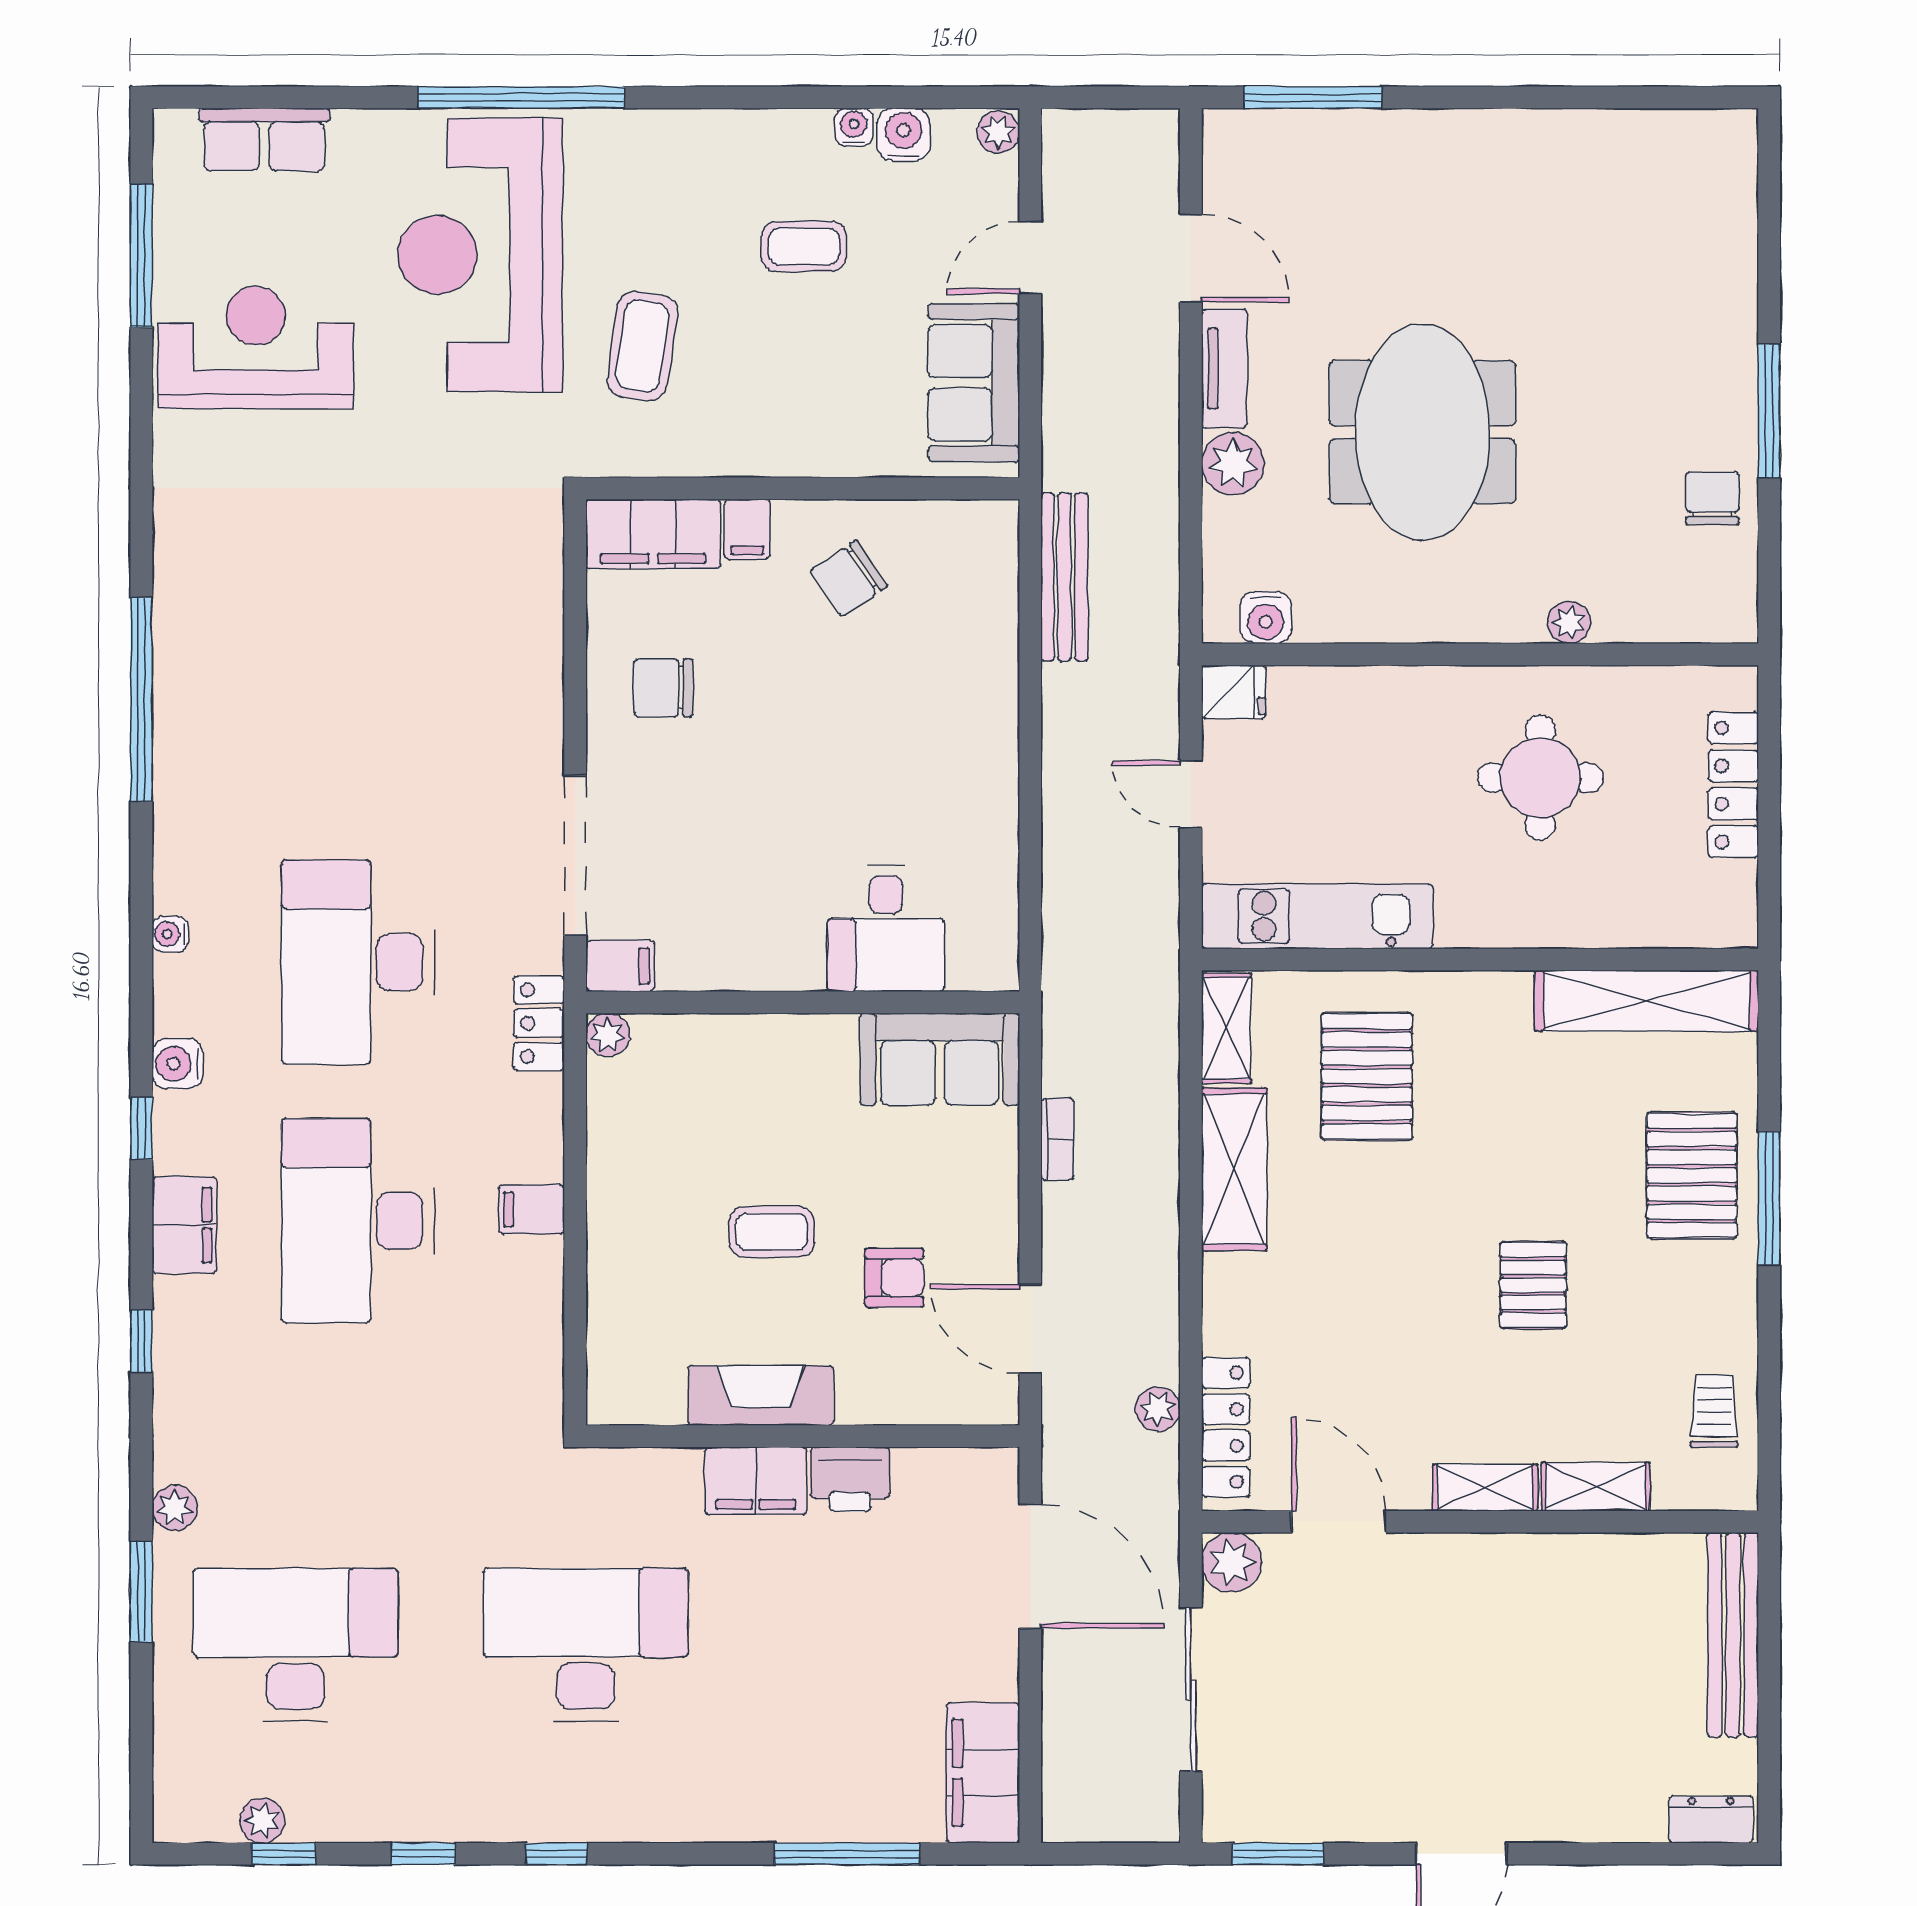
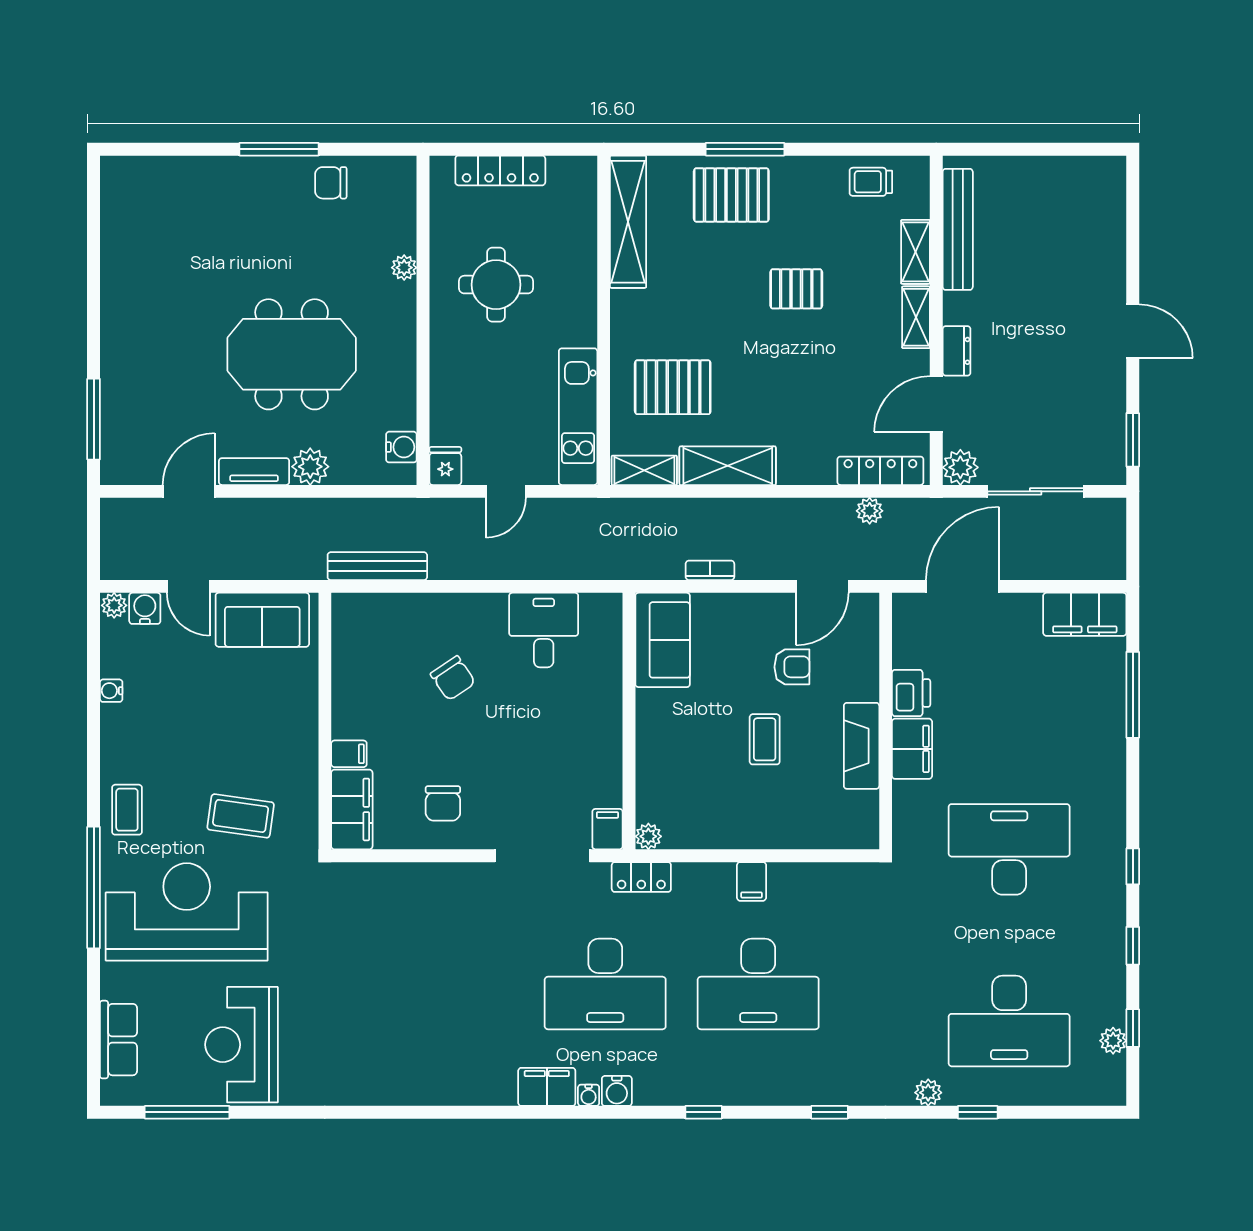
water cooler: (904, 135) -> (145, 608), moved, turned 90
coffee table: (804, 246) -> (127, 810), moved
reception desk: (480, 255) -> (187, 912), turned 180
chair: (849, 578) -> (453, 678), moved
window: (141, 700) -> (450, 1112), removed
desk: (886, 929) -> (544, 630), moved, turned -90
water cooler: (177, 1064) -> (617, 1091), moved
filing cabinet: (184, 1225) -> (547, 1087), moved
armchair: (894, 1278) -> (792, 667), turned 90
window: (141, 1592) -> (978, 1112), width x0.67
bench: (1733, 1635) -> (958, 229), moved, turned 90
desk: (296, 1645) -> (1009, 1021), turned -90
desk: (586, 1645) -> (1009, 849), turned 90
dresser: (1711, 1819) -> (957, 351), moved, turned 180

